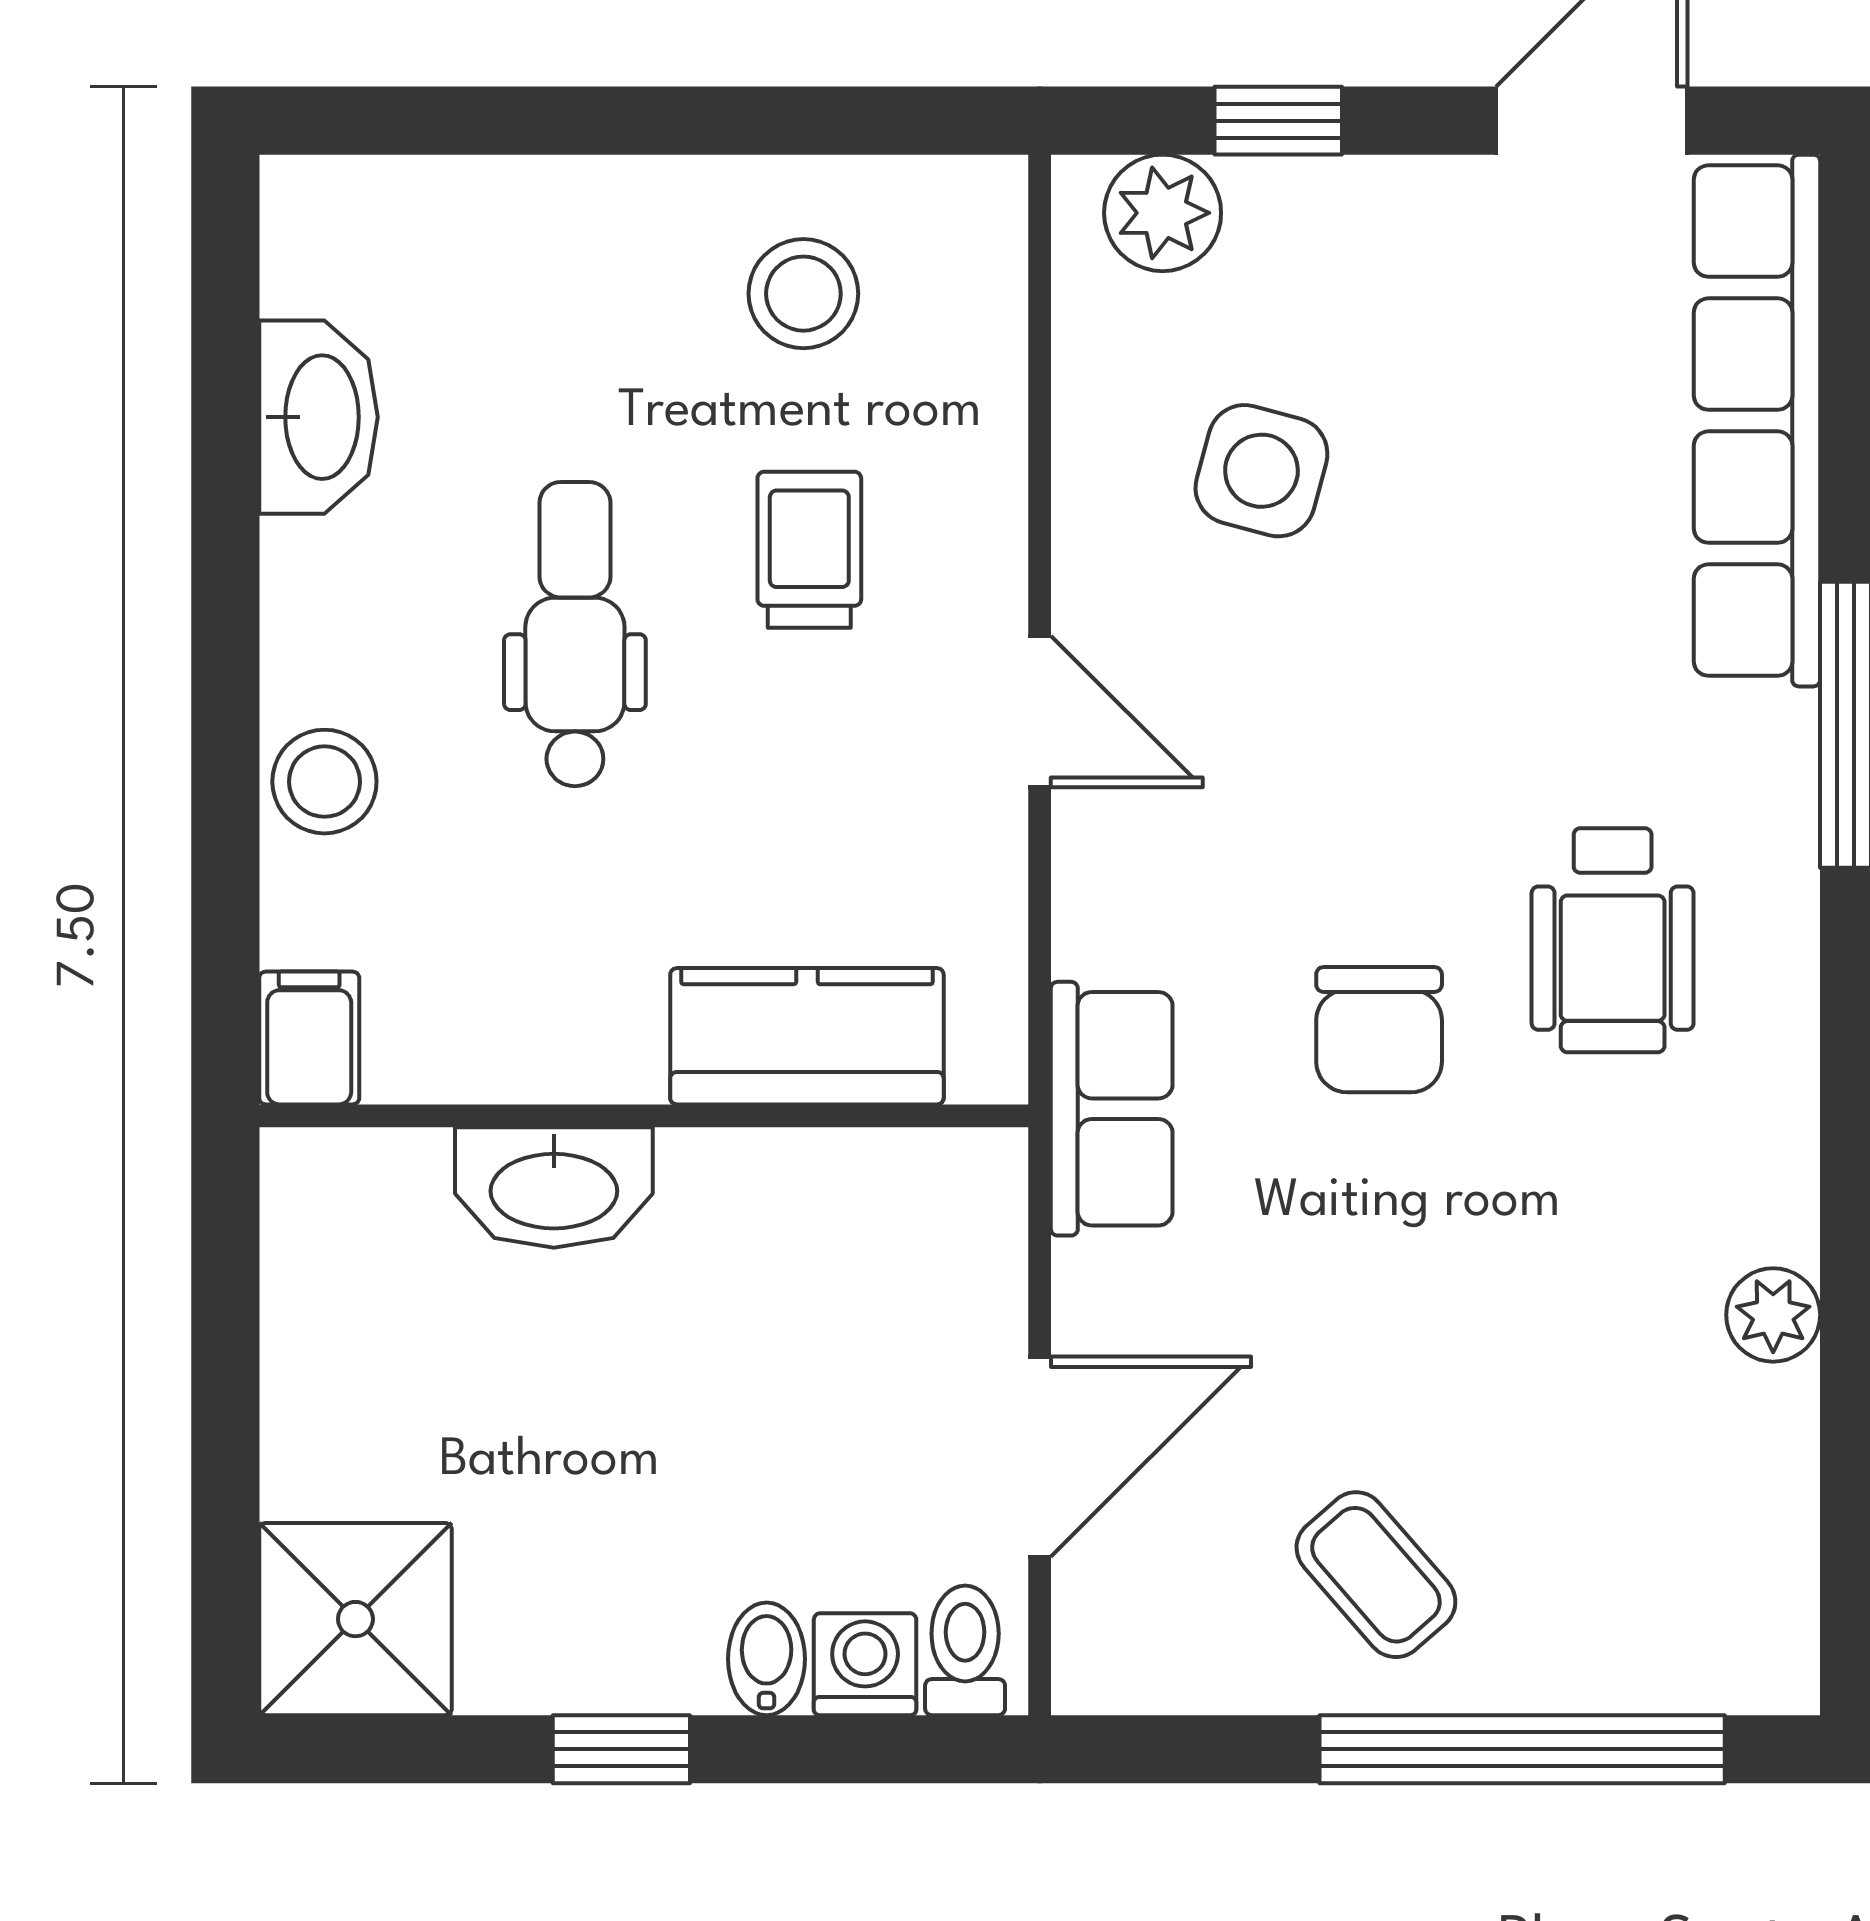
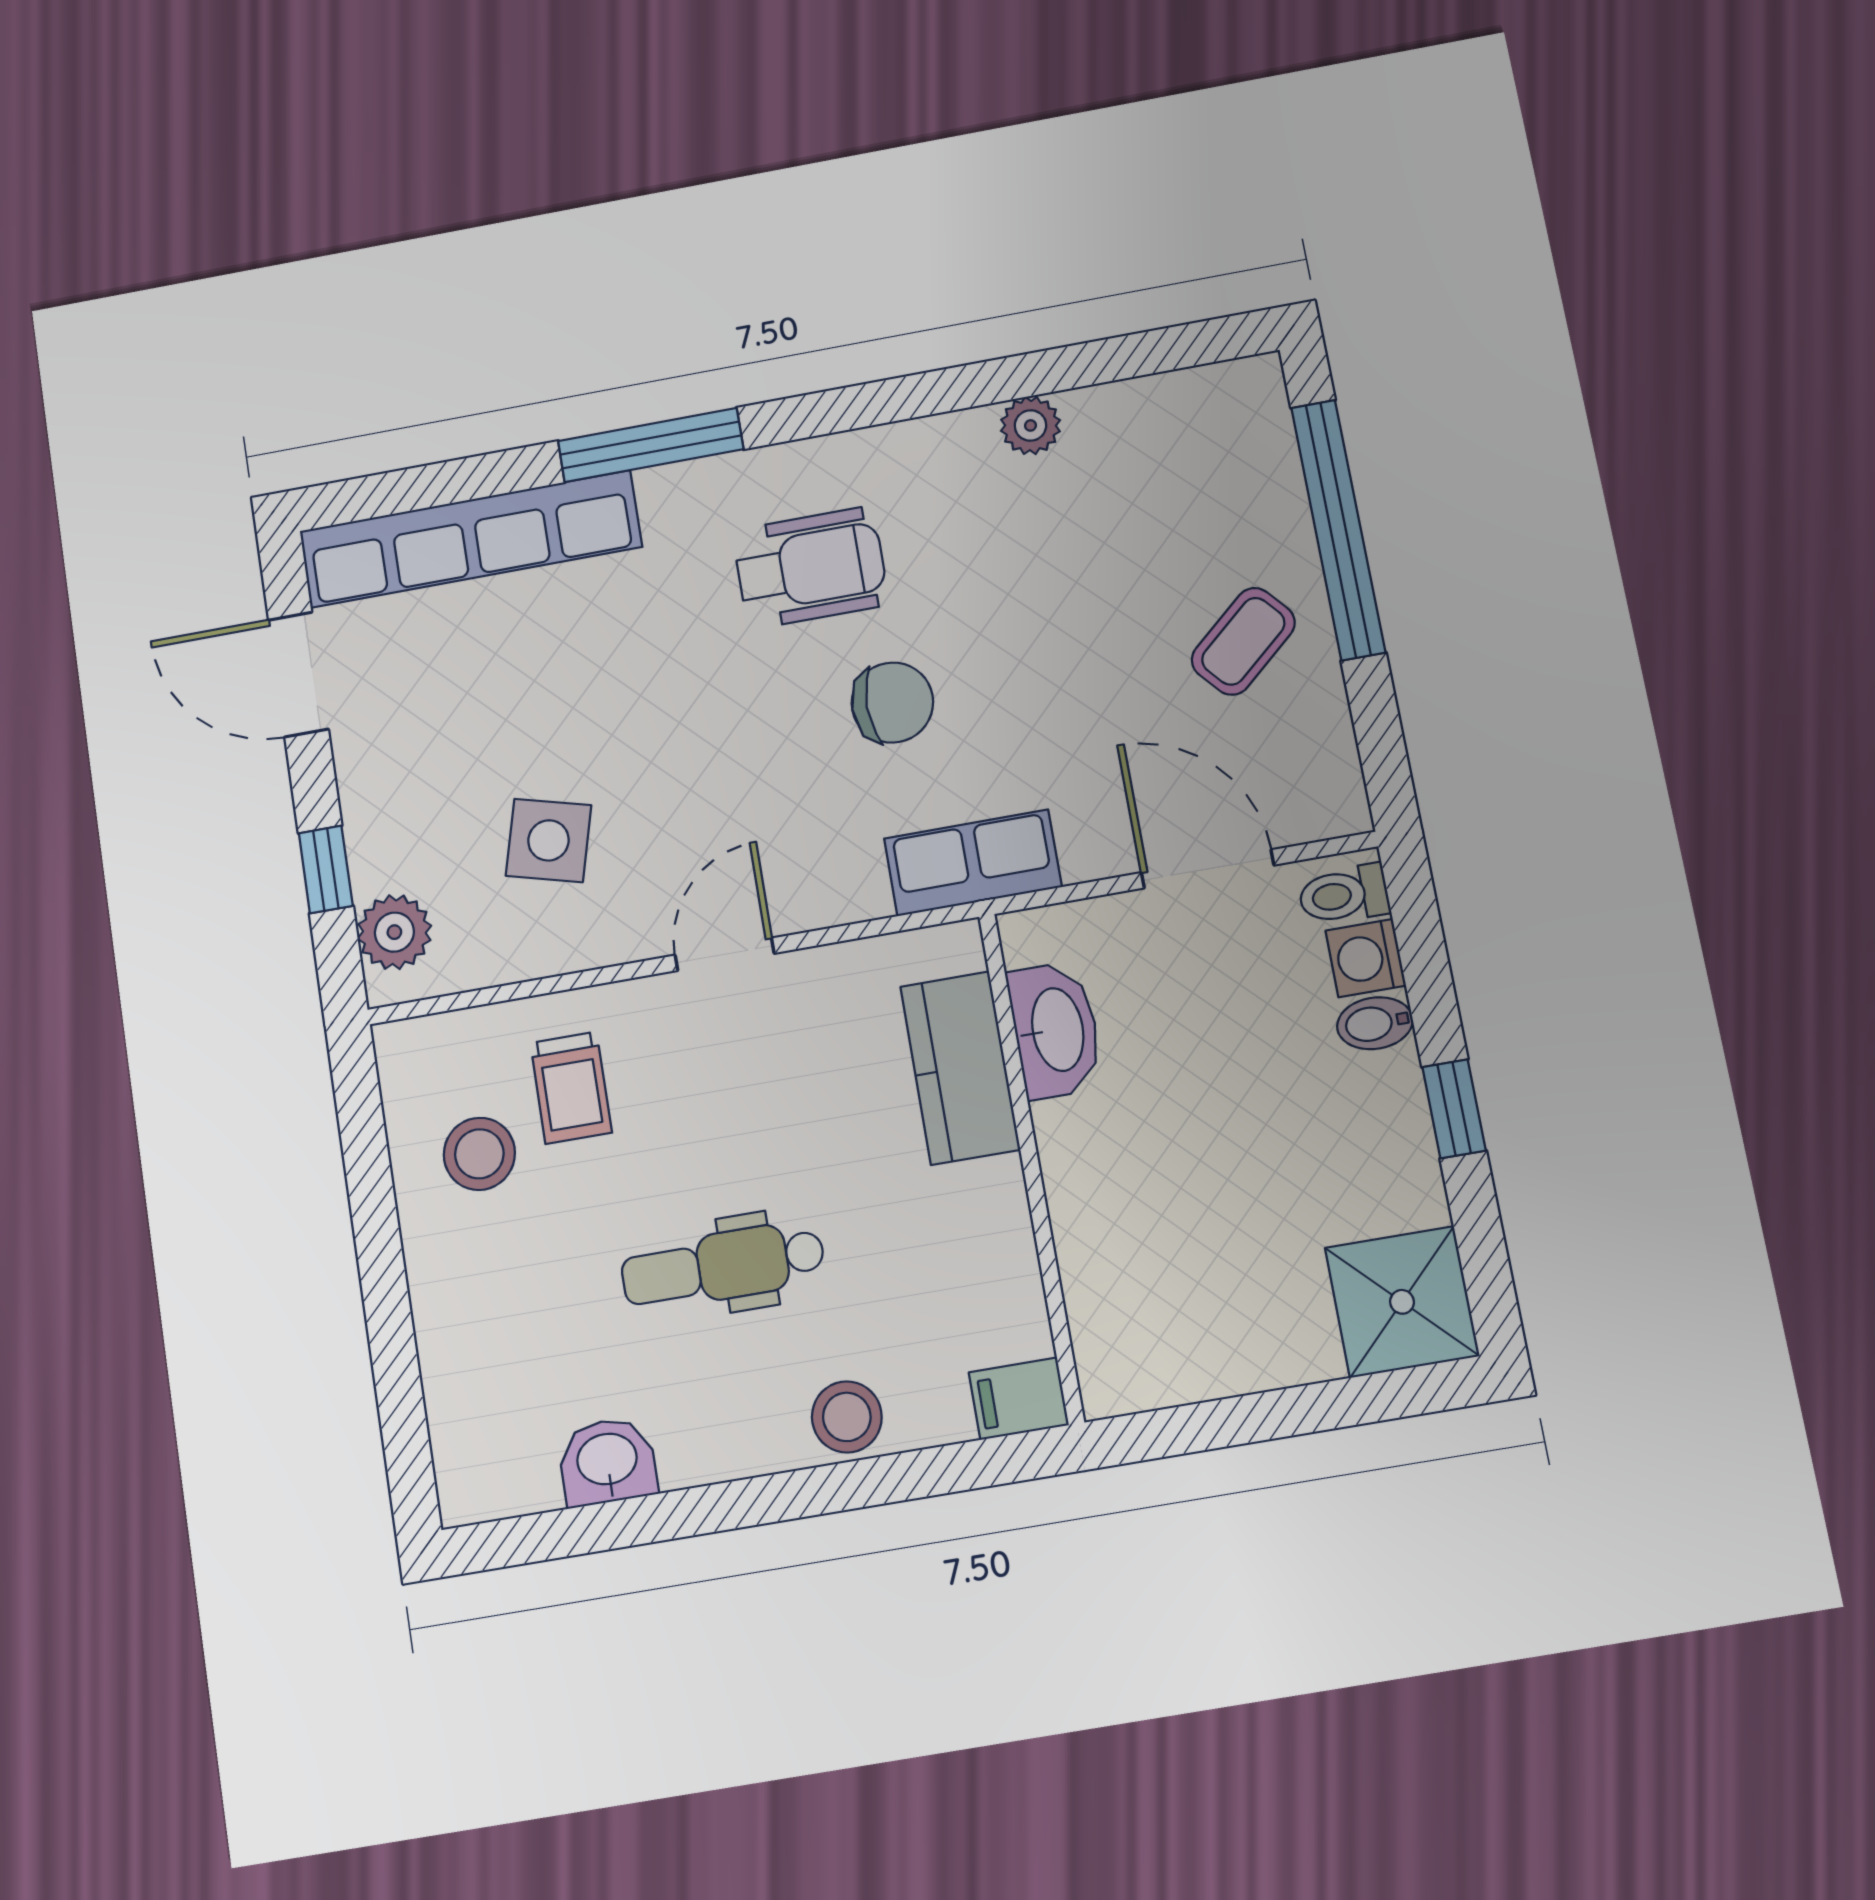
washbasin: (318, 417) -> (607, 1461), width x0.72
trolley: (809, 550) -> (571, 1088), moved, turned -90
washbasin: (554, 1187) -> (1055, 1030), moved

